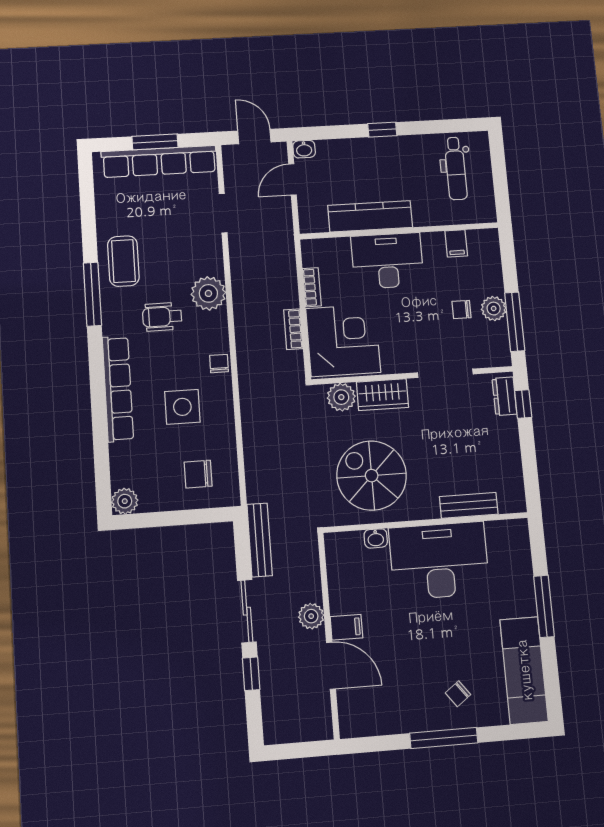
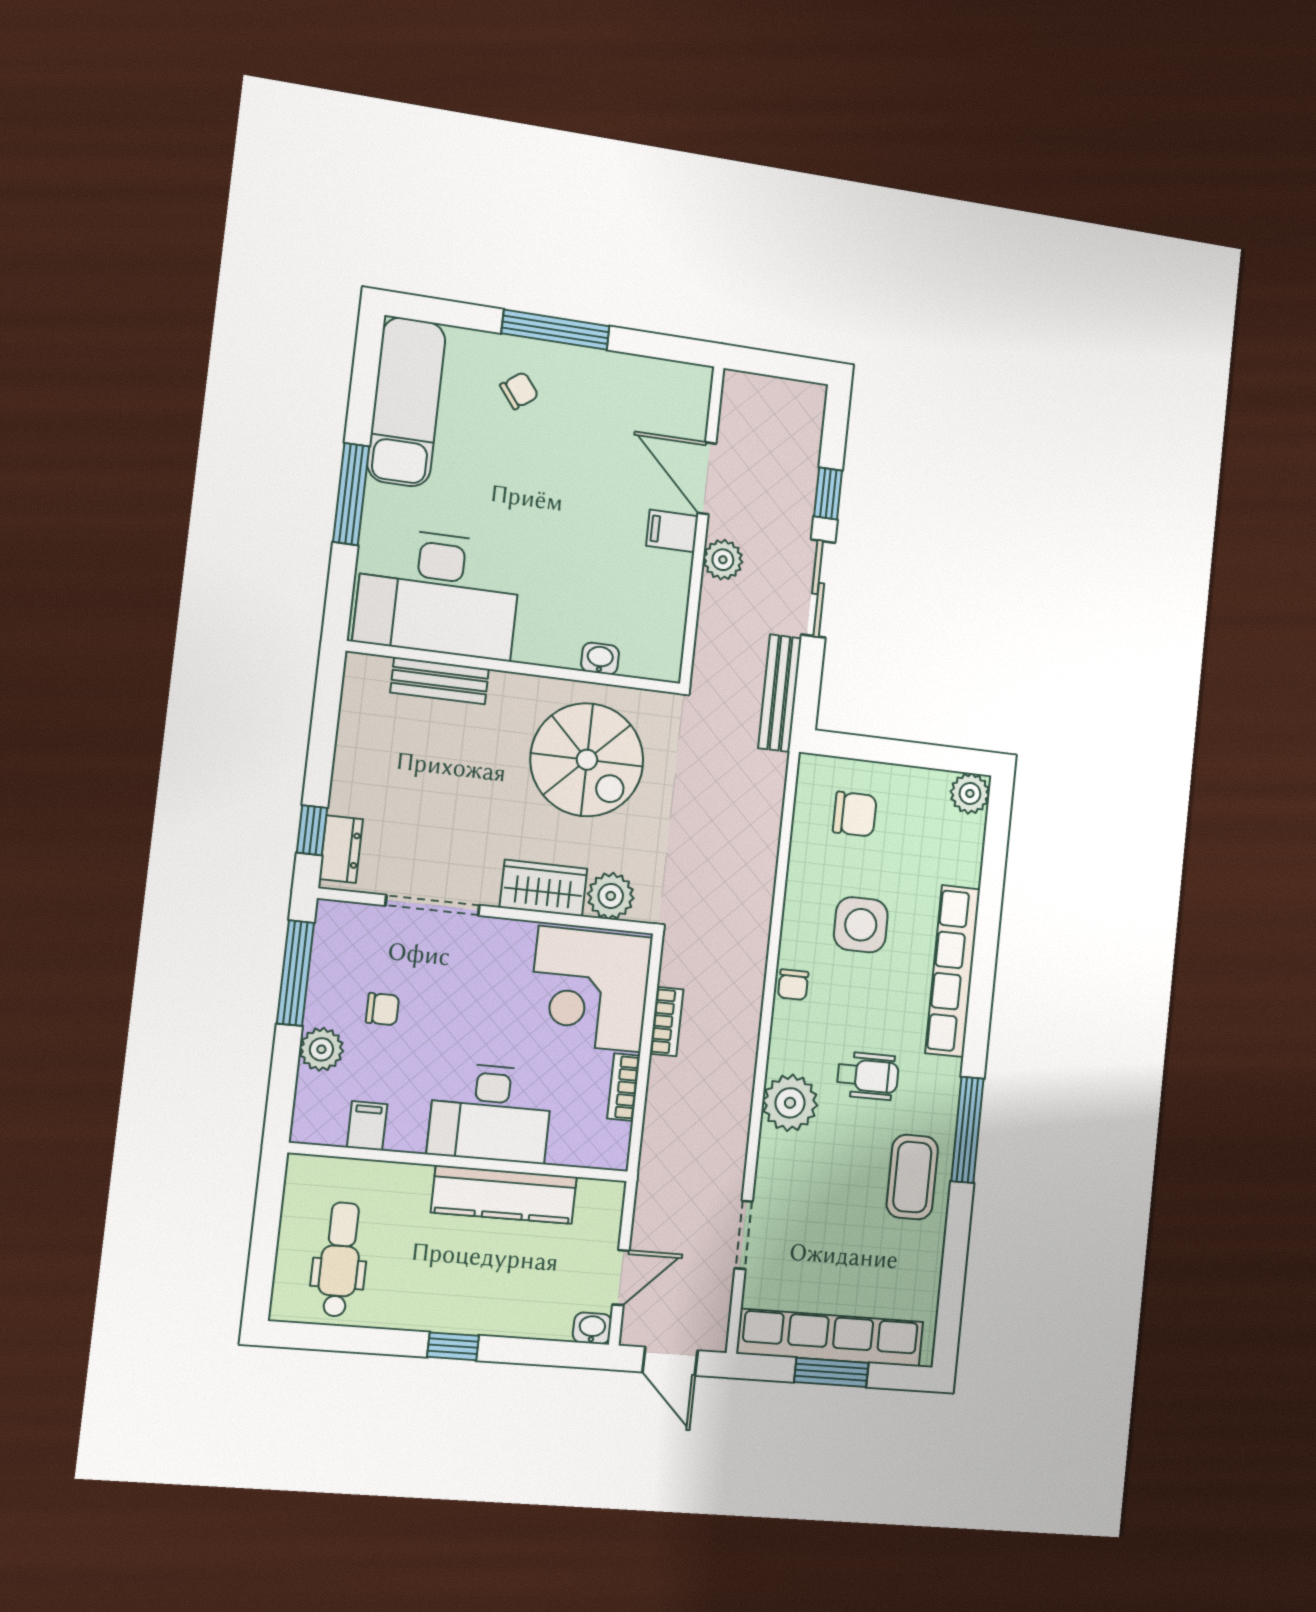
plant: (494, 309) -> (321, 1049), moved
desk: (439, 561) -> (438, 593), moved

